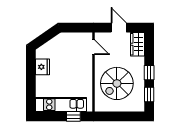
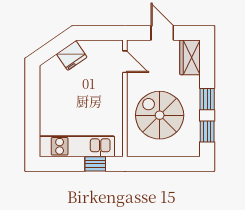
fridge: (42, 67) -> (72, 56), moved, turned 55
spiral stairs: (117, 83) -> (160, 115), turned 90

